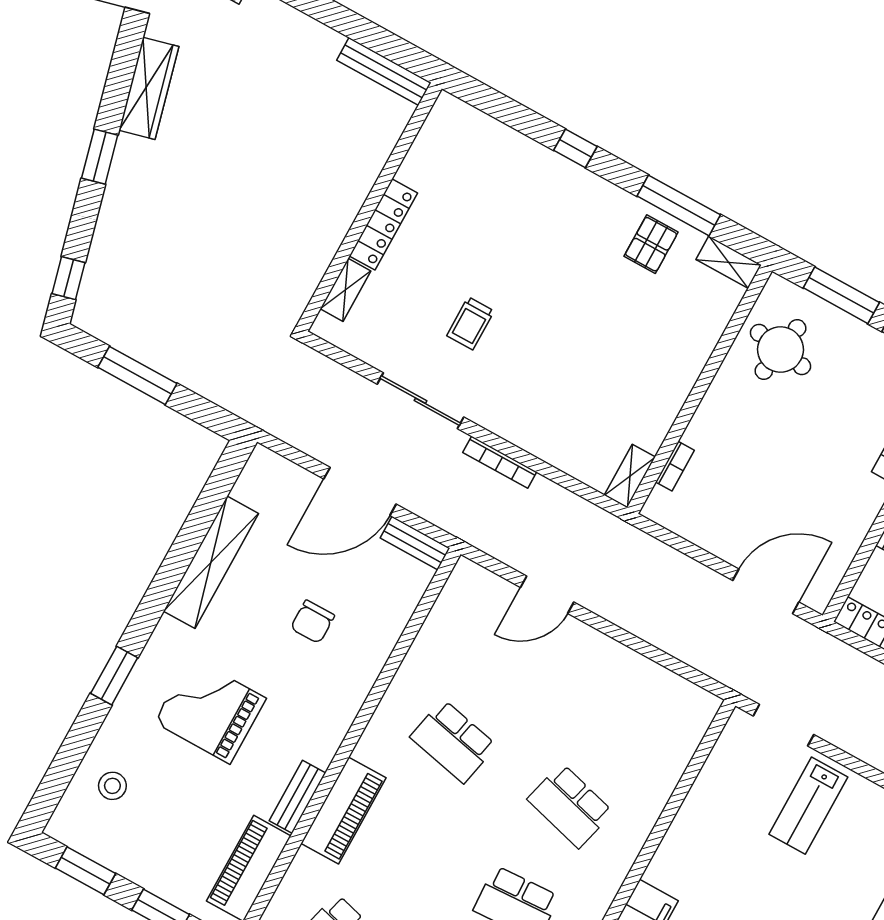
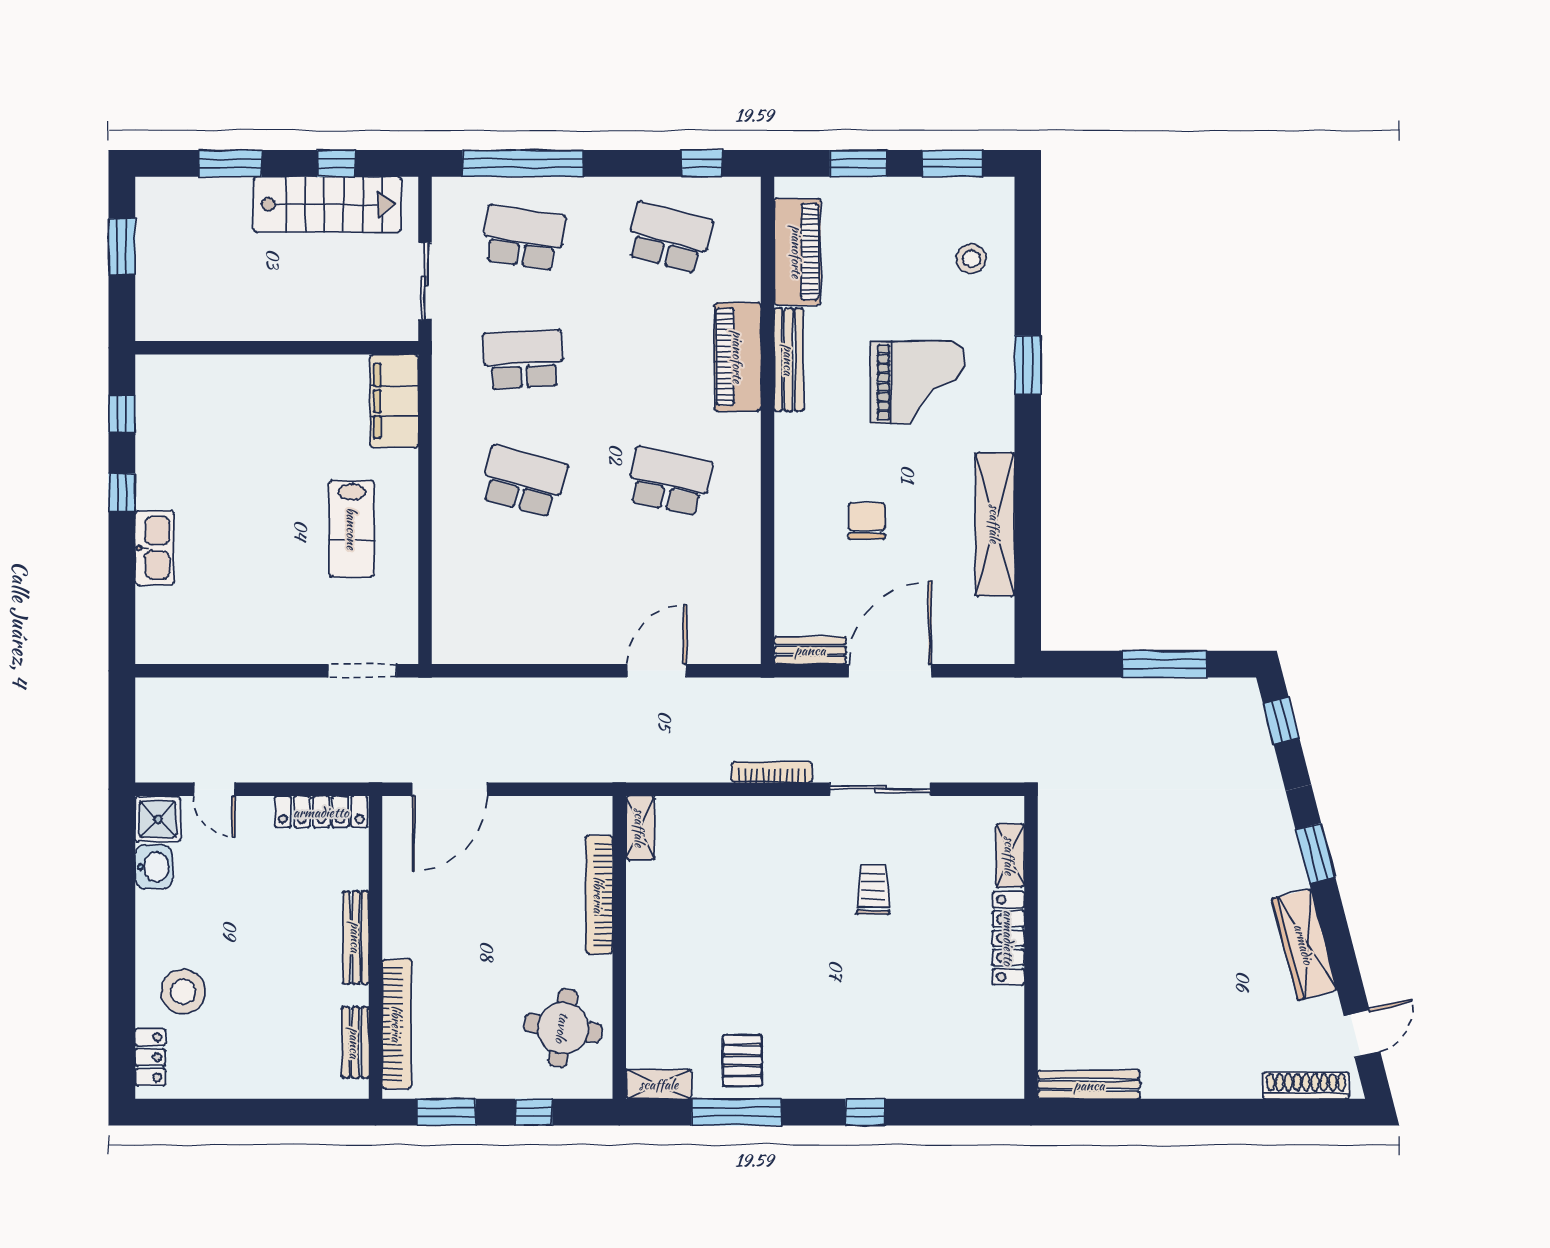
window: (841, 295) -> (534, 1112), width x0.46
bookcase: (675, 466) -> (599, 895), width x2.31, depth x1.31
bench: (297, 797) -> (789, 360), width x1.36
lab bench: (808, 806) -> (352, 529), moved, turned 180

